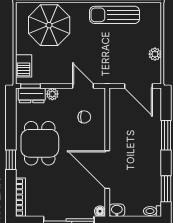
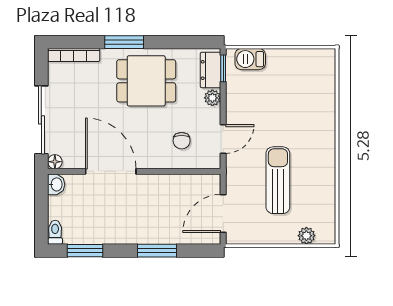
sun lounger: (115, 15) -> (278, 180), moved
parasol: (49, 25) -> (305, 93), removed
plant: (155, 54) -> (306, 236), moved
window: (11, 160) -> (124, 42), width x1.50
door: (107, 170) -> (111, 171), hinge flipped

